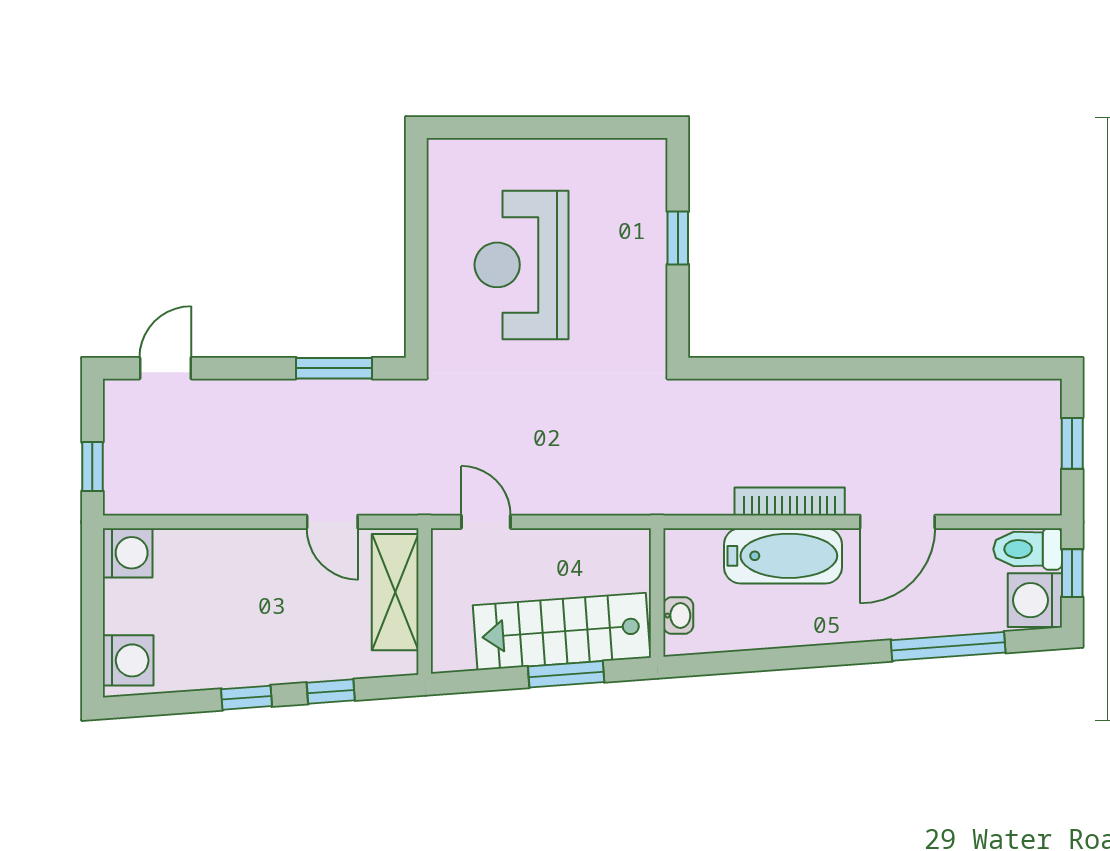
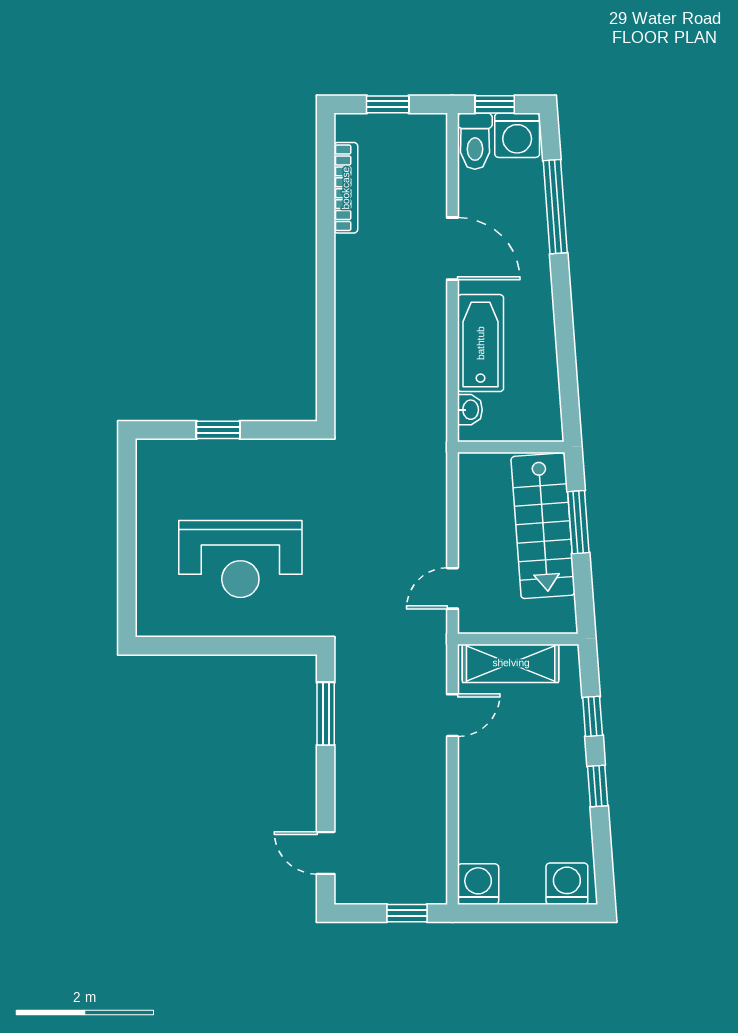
bookcase: (790, 501) -> (346, 188), moved, turned 180
washbasin: (678, 616) -> (470, 410), moved, turned 90

